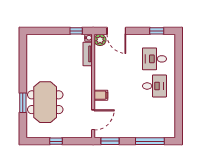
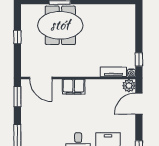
filing cabinet: (101, 95) -> (74, 87), width x2.00

